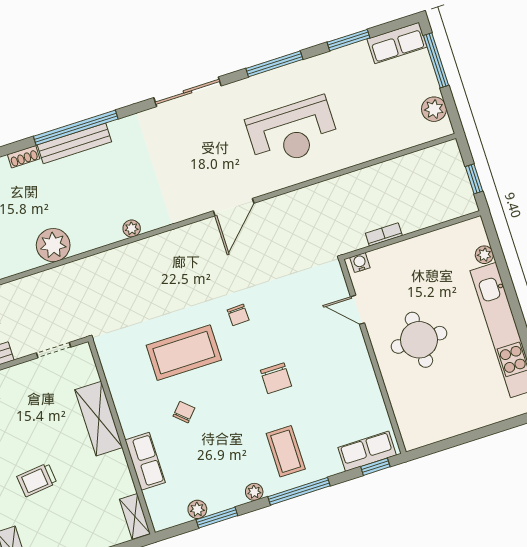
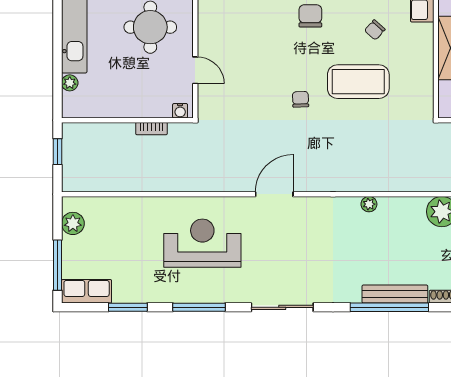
chair: (276, 378) -> (310, 16), moved

